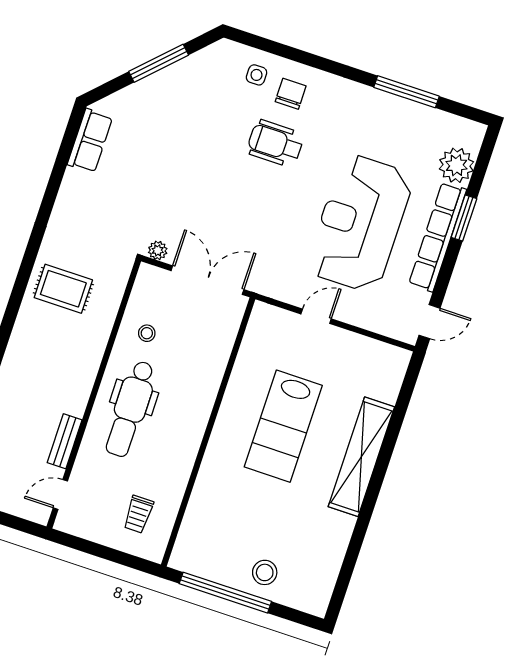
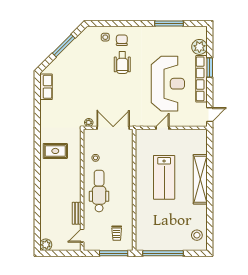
wheelchair: (275, 143) -> (122, 63), turned -90
reception desk: (360, 223) -> (168, 84), turned 180
dental chair: (130, 409) -> (99, 191), turned 180
window: (117, 556) -> (114, 253), added
stool: (265, 572) -> (197, 235), moved

